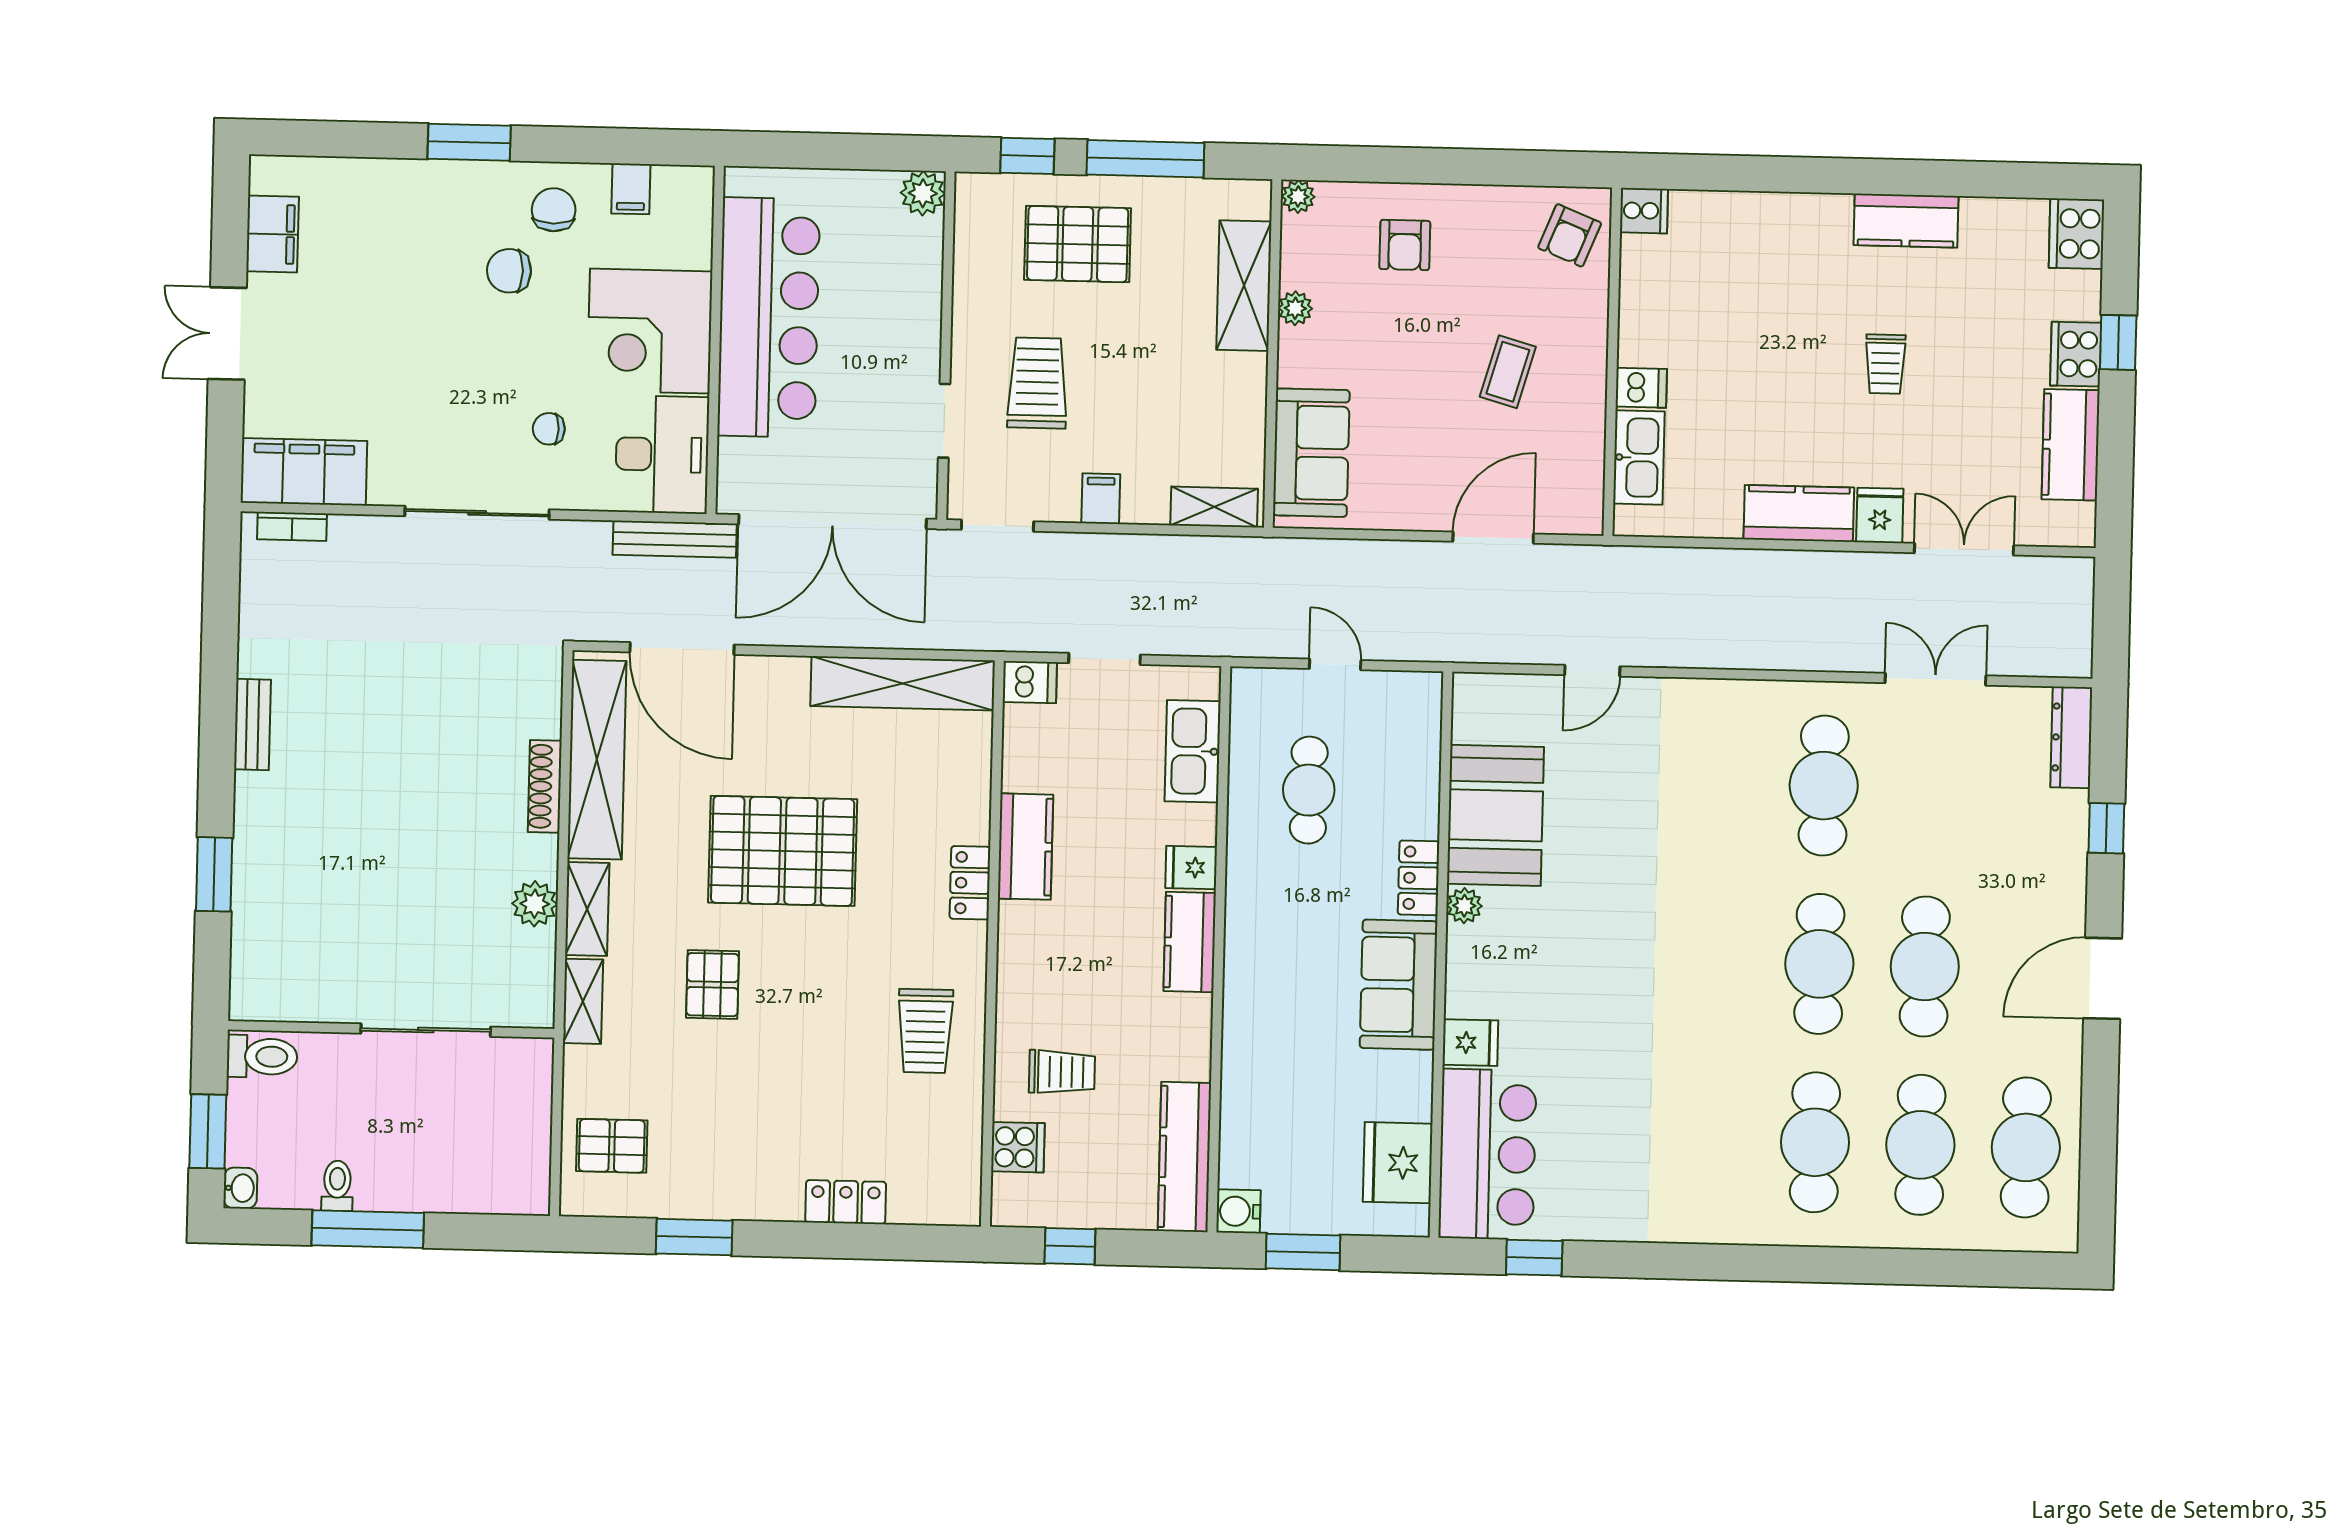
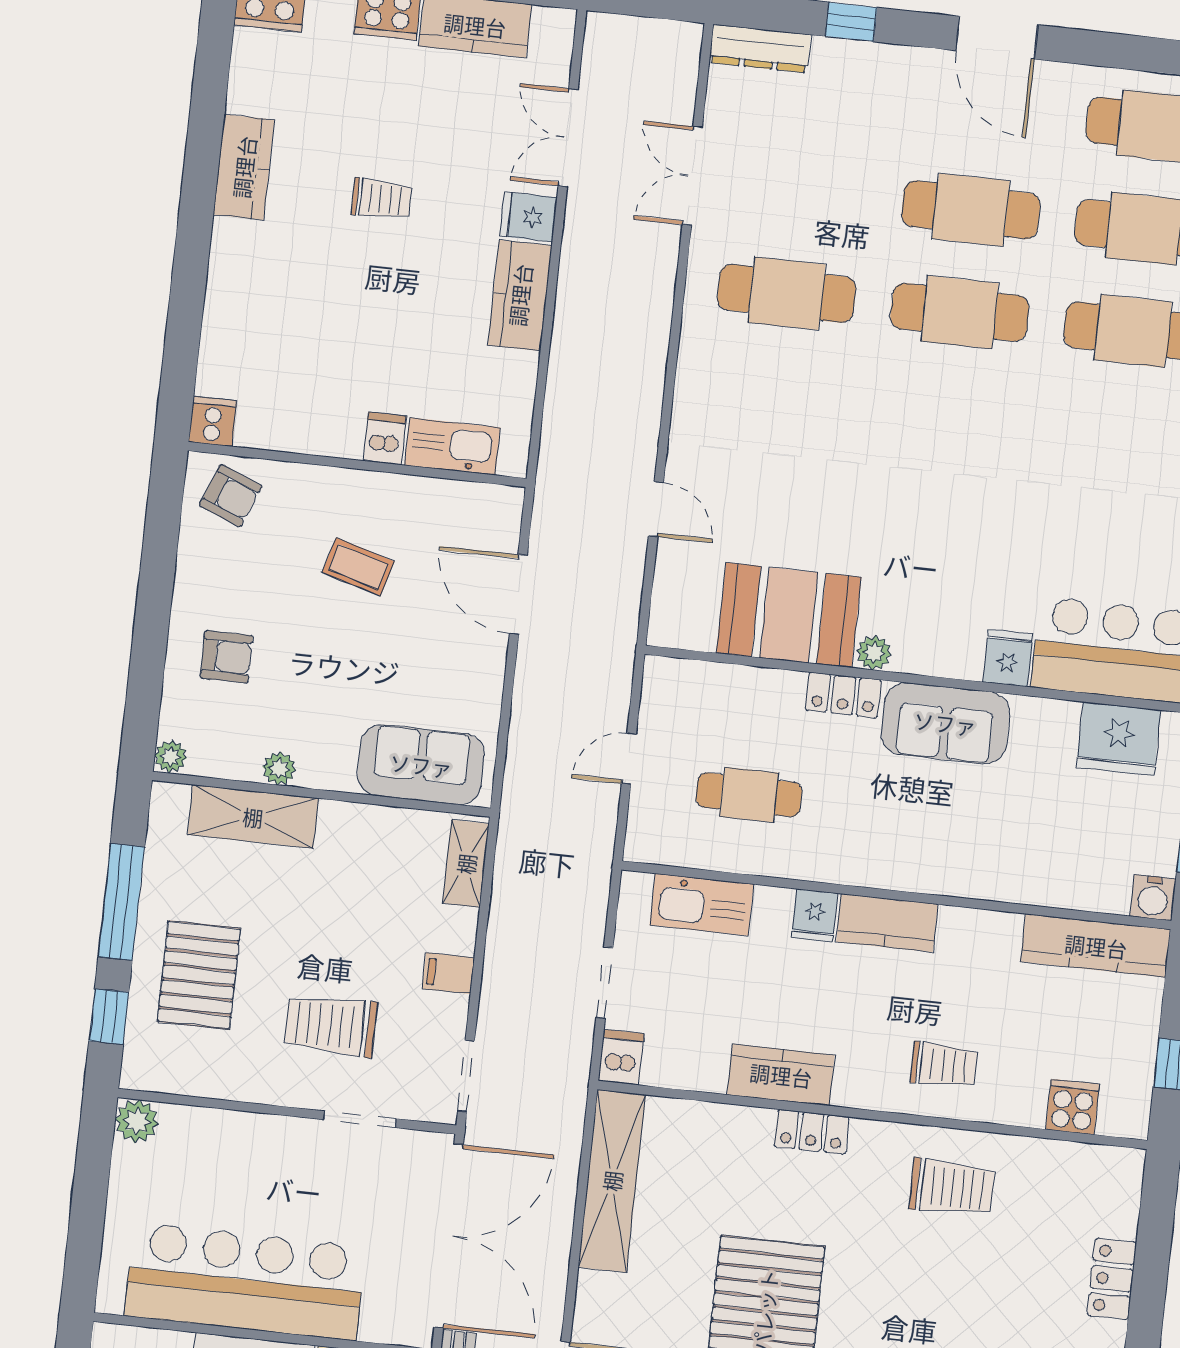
trolley: (1062, 1072) -> (944, 1065), moved, turned 90

